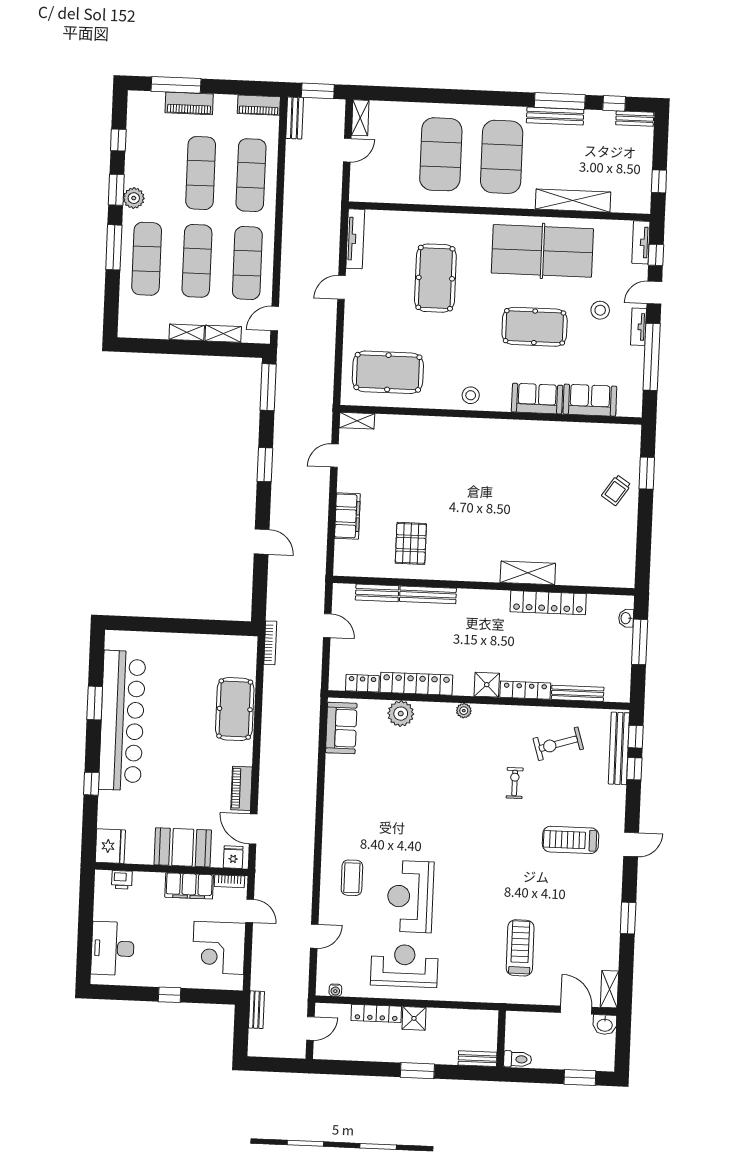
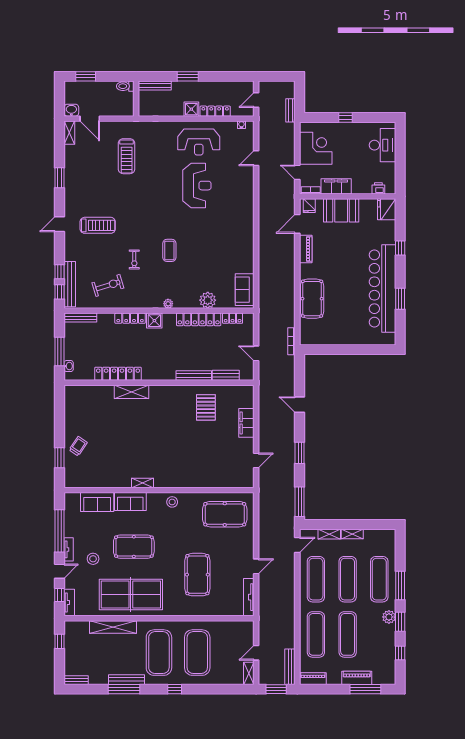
window: (614, 103) -> (175, 689), moved
bench: (295, 118) -> (290, 667), width x1.36
shelving: (357, 421) -> (143, 483), moved
bench: (578, 693) -> (80, 318), moved
door: (253, 829) -> (297, 224), swing flipped
coffee table: (352, 878) -> (169, 250), moved
bench: (478, 1059) -> (155, 86), width x1.36

